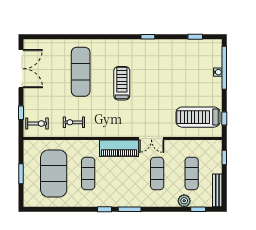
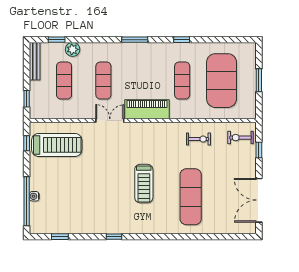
window: (105, 209) -> (182, 40), moved

